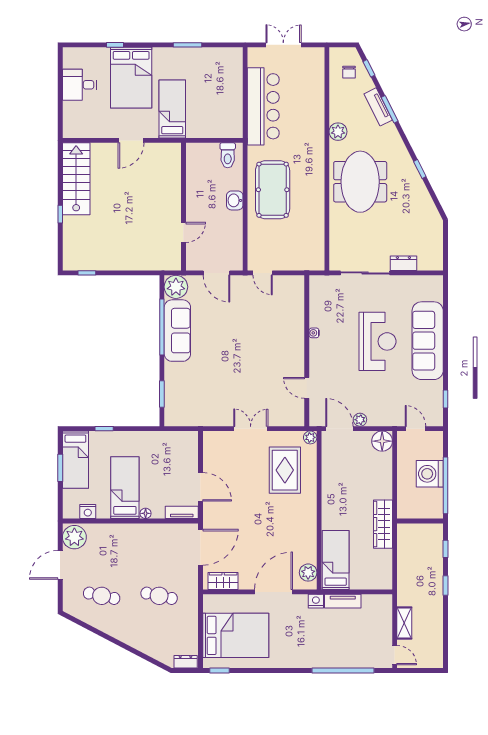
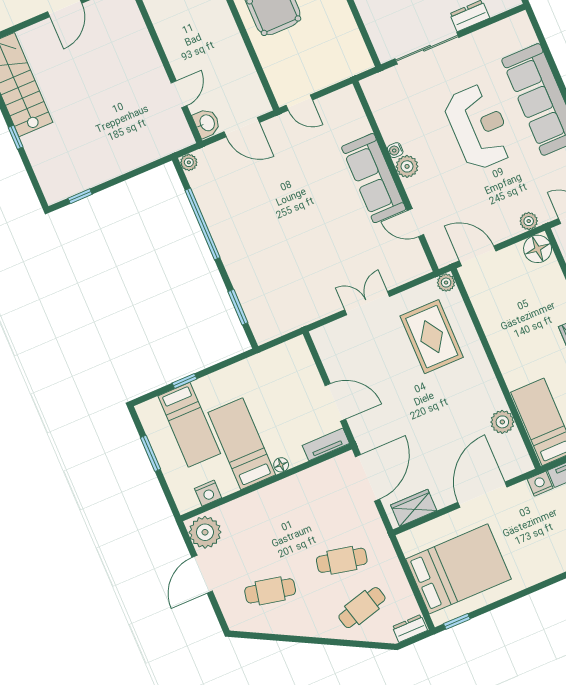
washbasin: (235, 200) -> (207, 123), moved, turned 180
plant: (176, 287) -> (189, 162), width x0.53, depth x0.53
sofa: (177, 331) -> (374, 178), moved, turned 180
plant: (317, 347) -> (407, 166), added
plant: (360, 420) -> (529, 221), moved
bed: (75, 460) -> (189, 425), moved
plant: (308, 573) -> (502, 422), moved
cafe table: (159, 634) -> (362, 608), added

